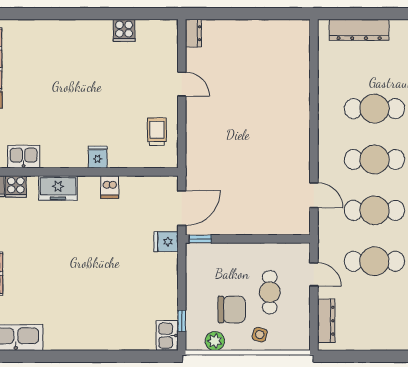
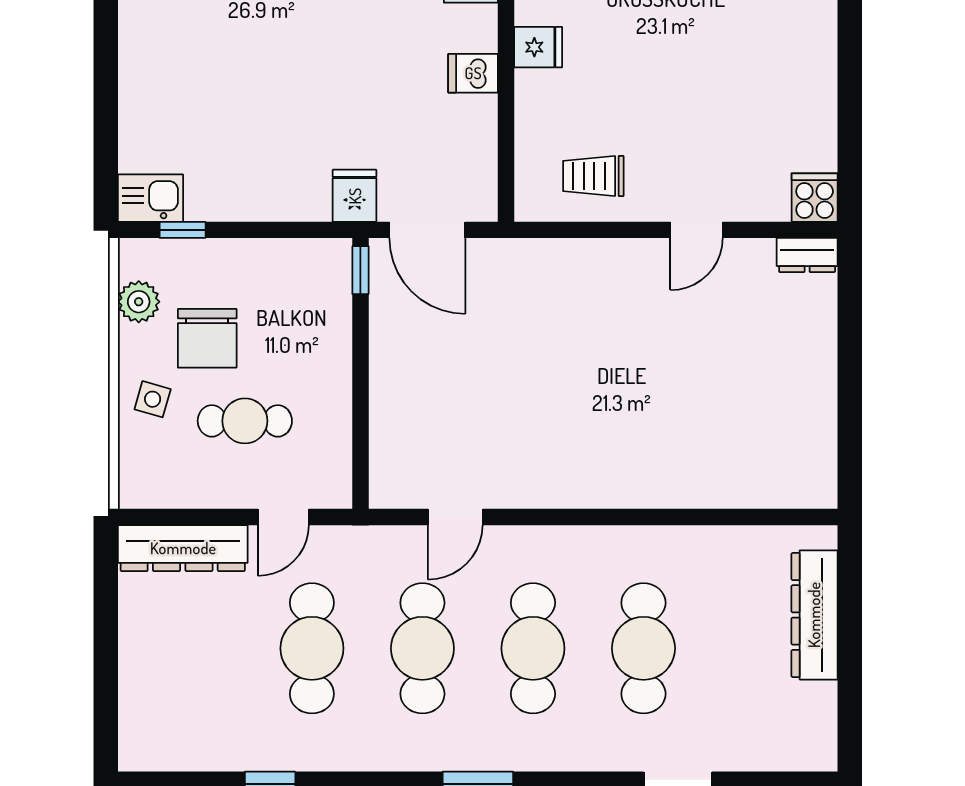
cooker: (124, 30) -> (815, 198), moved, turned 90
trolley: (157, 132) -> (593, 176), turned 180
dresser: (326, 321) -> (183, 548), width x1.37, depth x1.24

